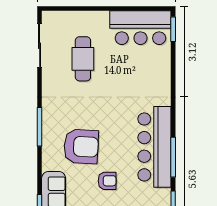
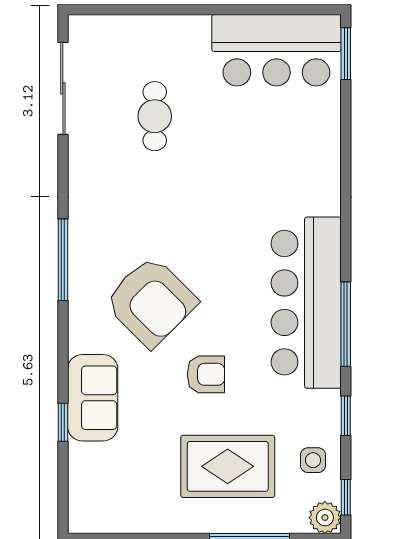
cafe table: (83, 59) -> (155, 116), width x0.73, depth x0.74
armchair: (81, 146) -> (151, 302), turned 42

